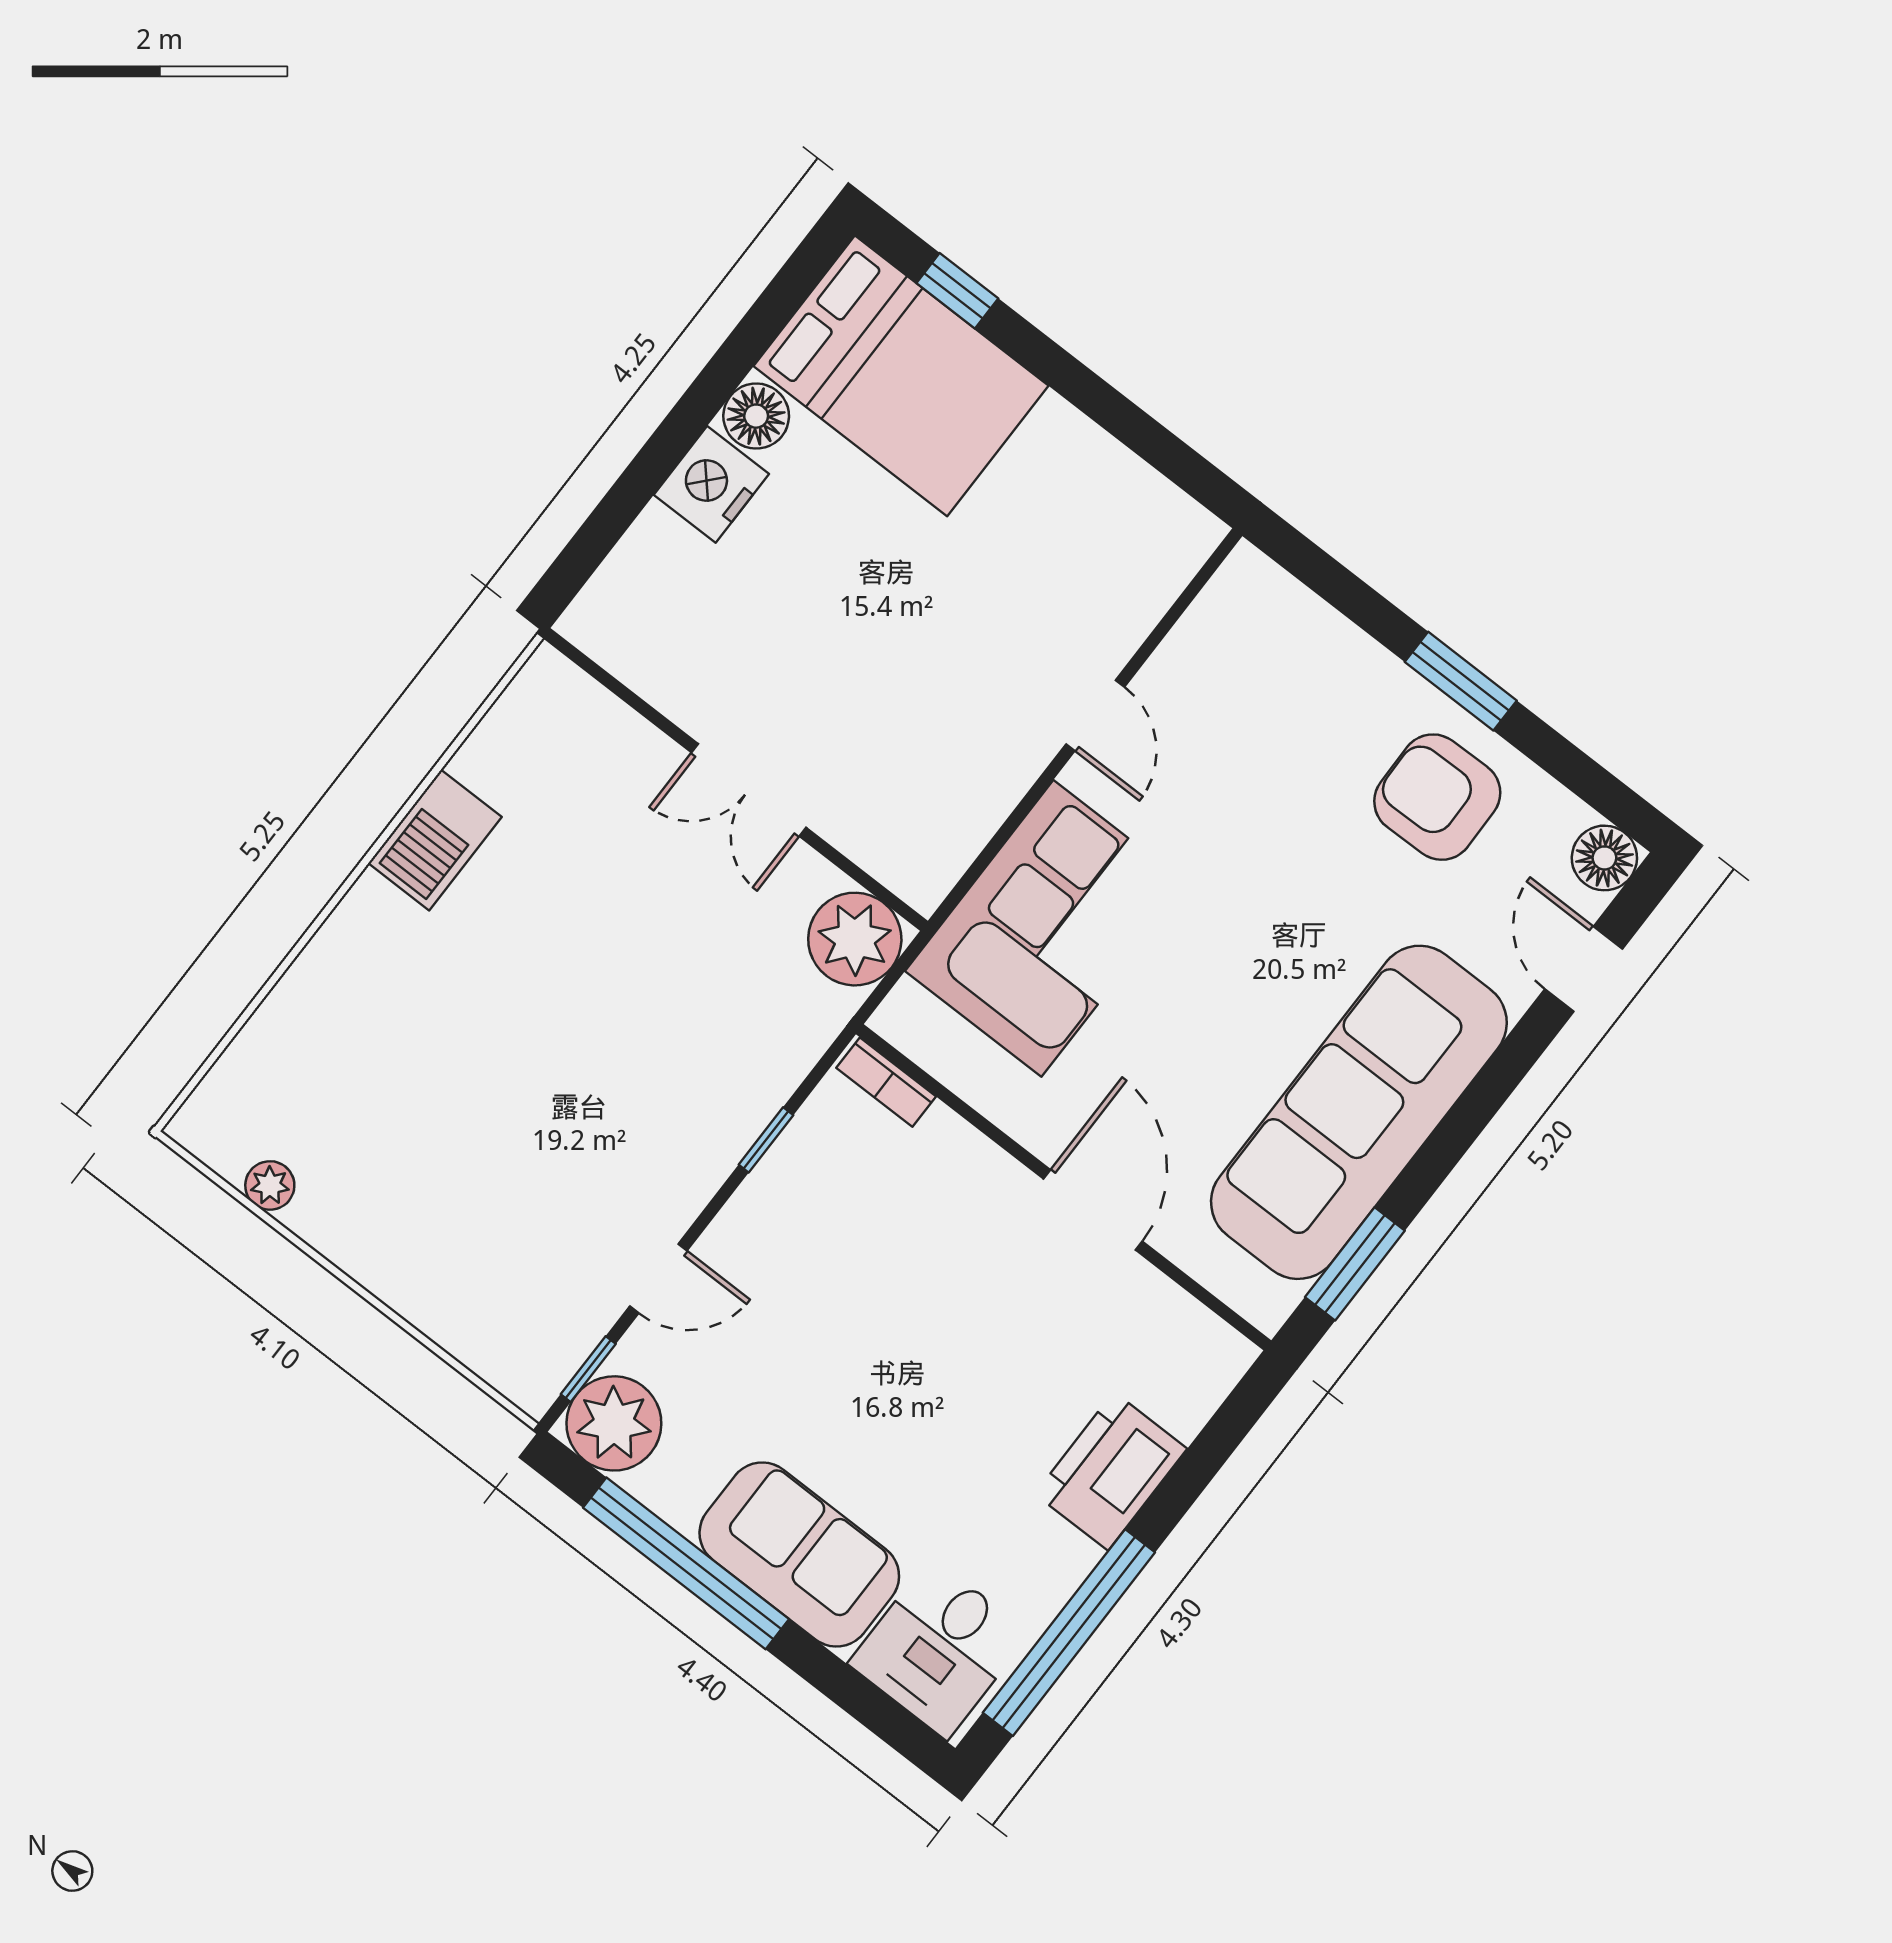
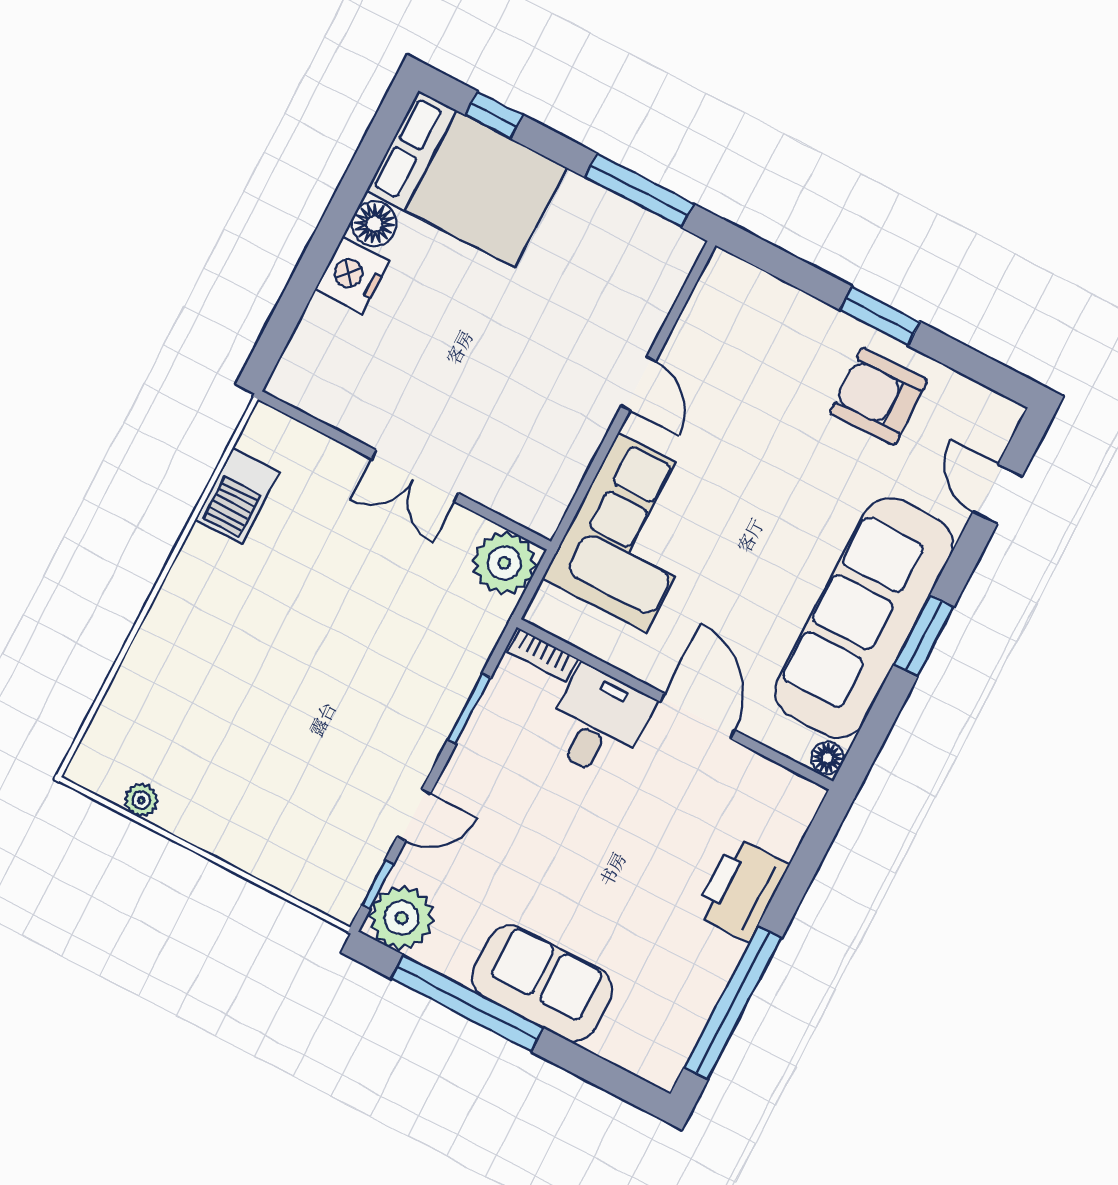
window: (1147, 438) -> (639, 190), added
barbecue: (435, 840) -> (237, 496), moved
floor lamp: (1604, 858) -> (827, 758), moved, width x0.73, depth x0.73
window: (766, 1140) -> (469, 709), width x1.50
window: (1355, 1264) -> (924, 636), moved
desk: (939, 1648) -> (598, 722), moved, turned 180

